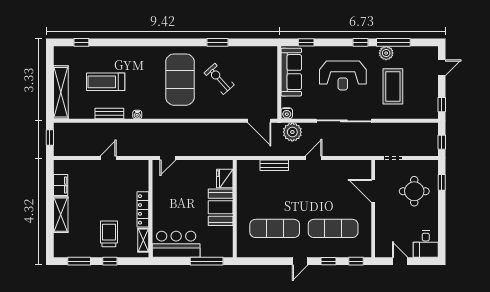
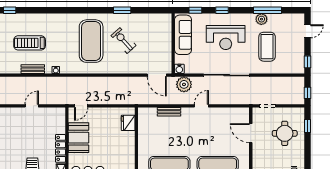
window: (361, 42) -> (222, 10), moved
booth: (221, 207) -> (78, 138), moved

